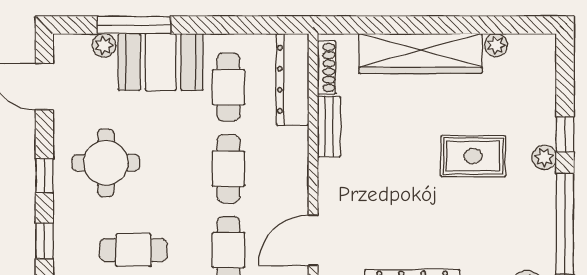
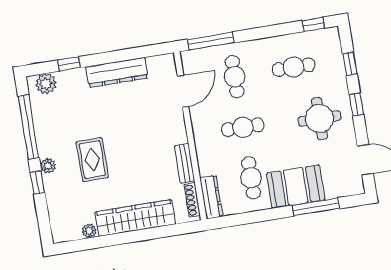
plant: (104, 45) -> (332, 191), removed
dresser: (293, 79) -> (211, 197), width x0.73, depth x0.80
rug: (473, 156) -> (92, 160), turned 90
cafe table: (228, 169) -> (243, 127), turned 90

